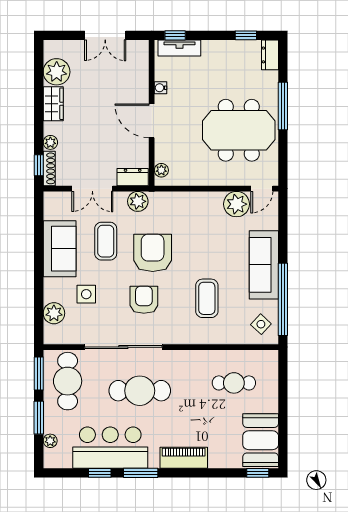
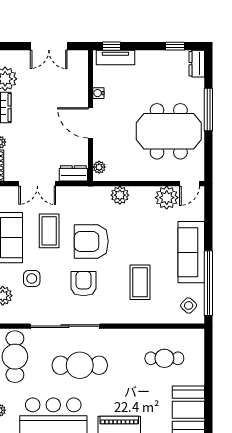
plant: (138, 201) -> (120, 195), moved
armchair: (153, 253) -> (91, 241), turned -90

